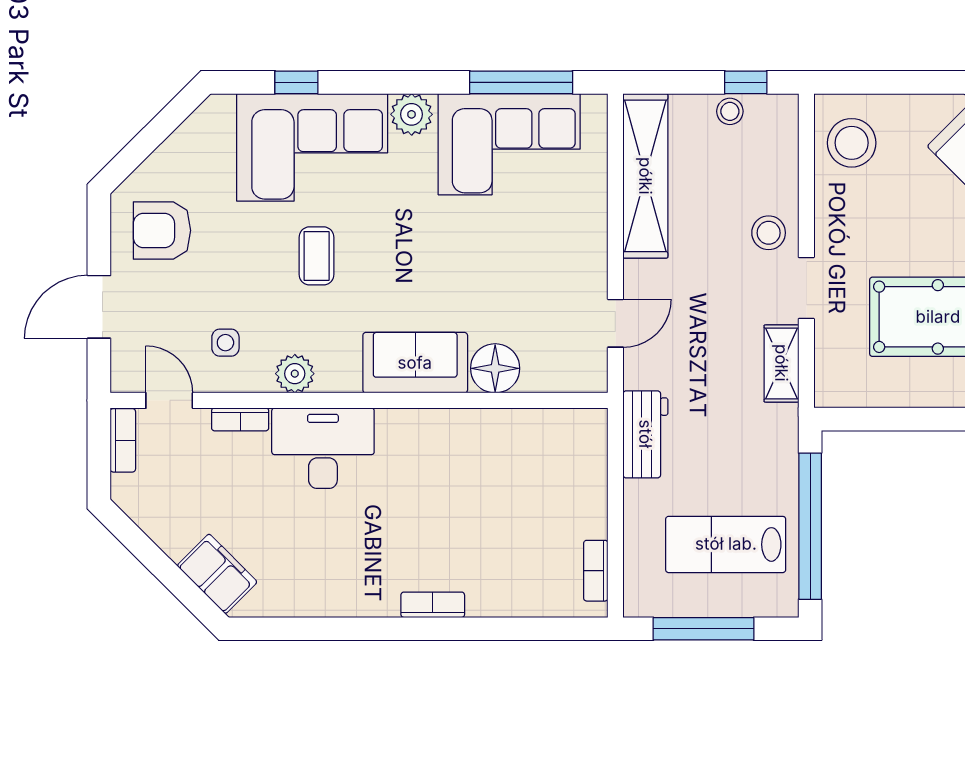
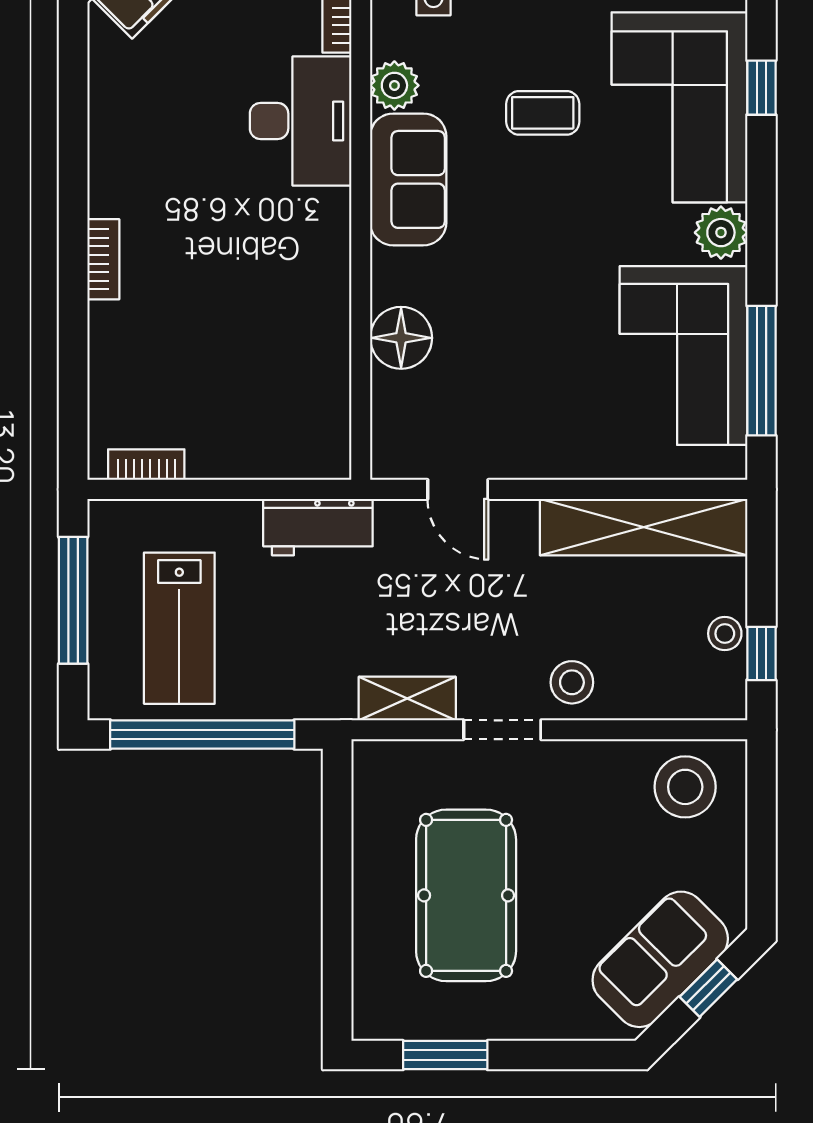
sofa: (415, 363) -> (408, 179), moved
lab bench: (726, 544) -> (179, 628), turned 180

